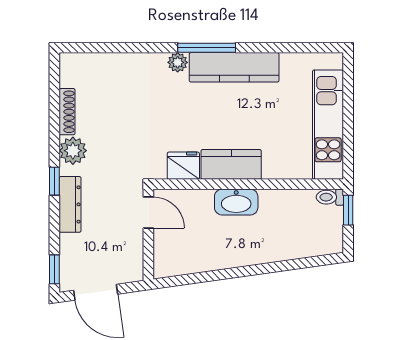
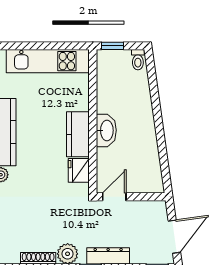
toilet: (330, 197) -> (138, 60), moved

